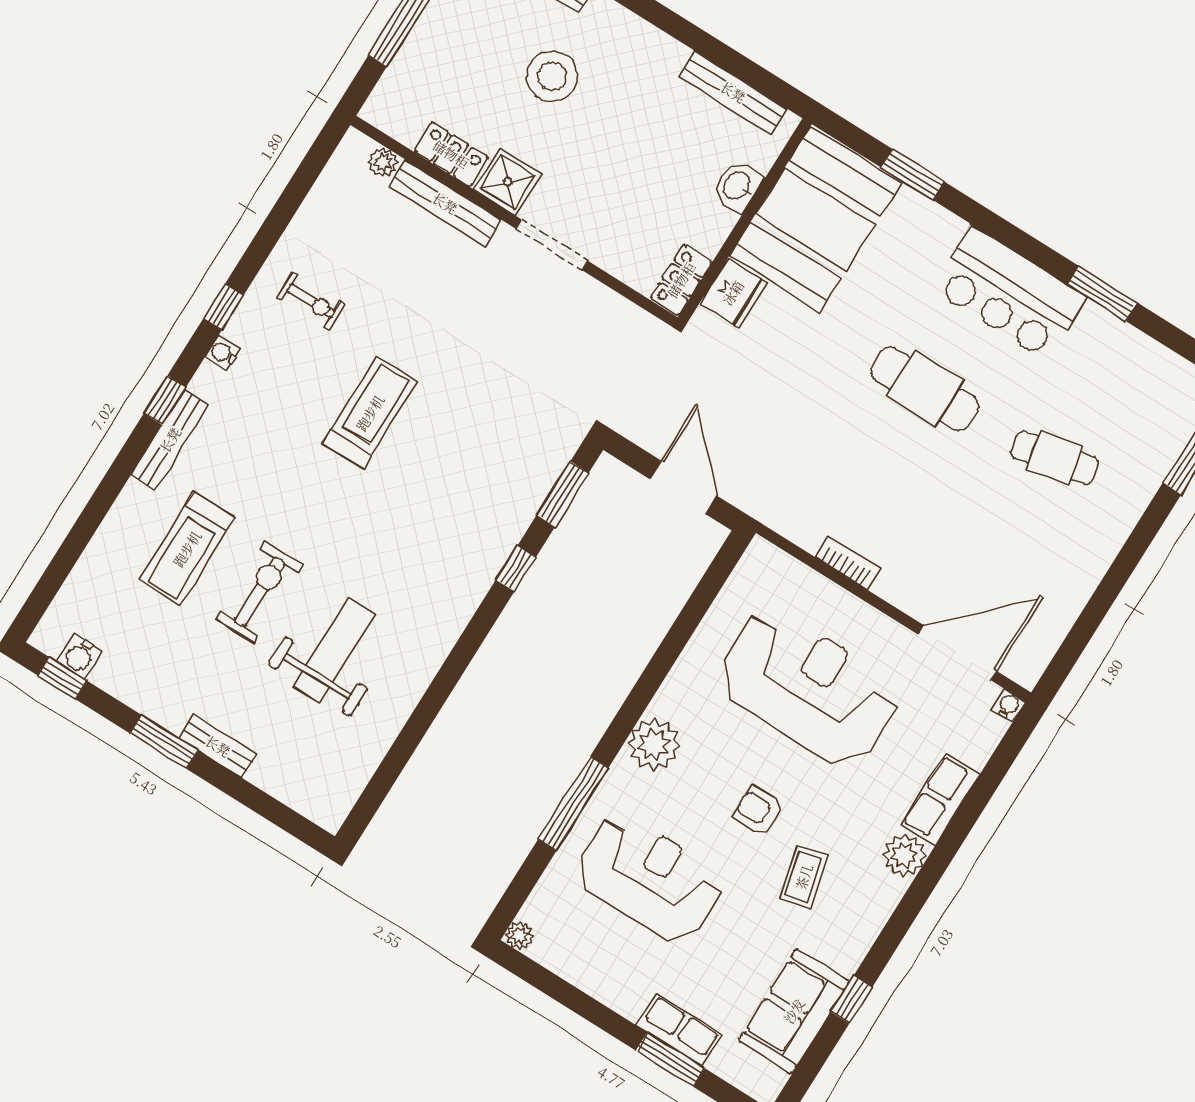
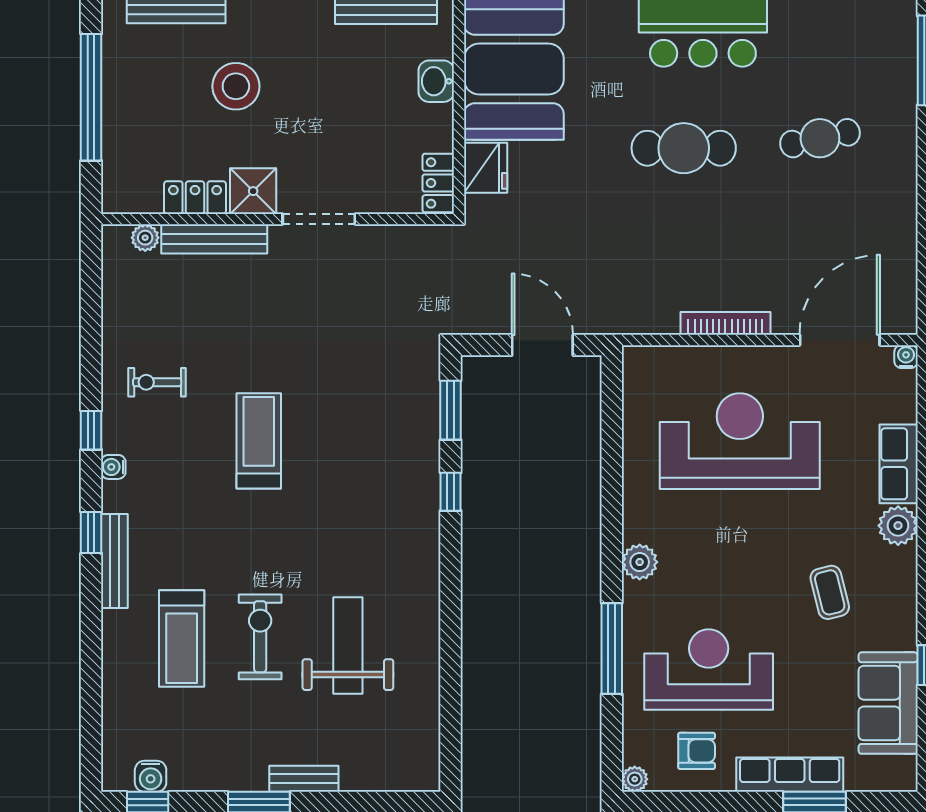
exercise bike: (311, 301) -> (157, 382), turned 180
bookcase: (848, 563) -> (725, 323), width x1.56
plant: (654, 744) -> (640, 562), width x0.73, depth x0.73
armchair: (758, 811) -> (697, 751), moved, turned 180
row of seats: (679, 1030) -> (790, 775), width x1.48

